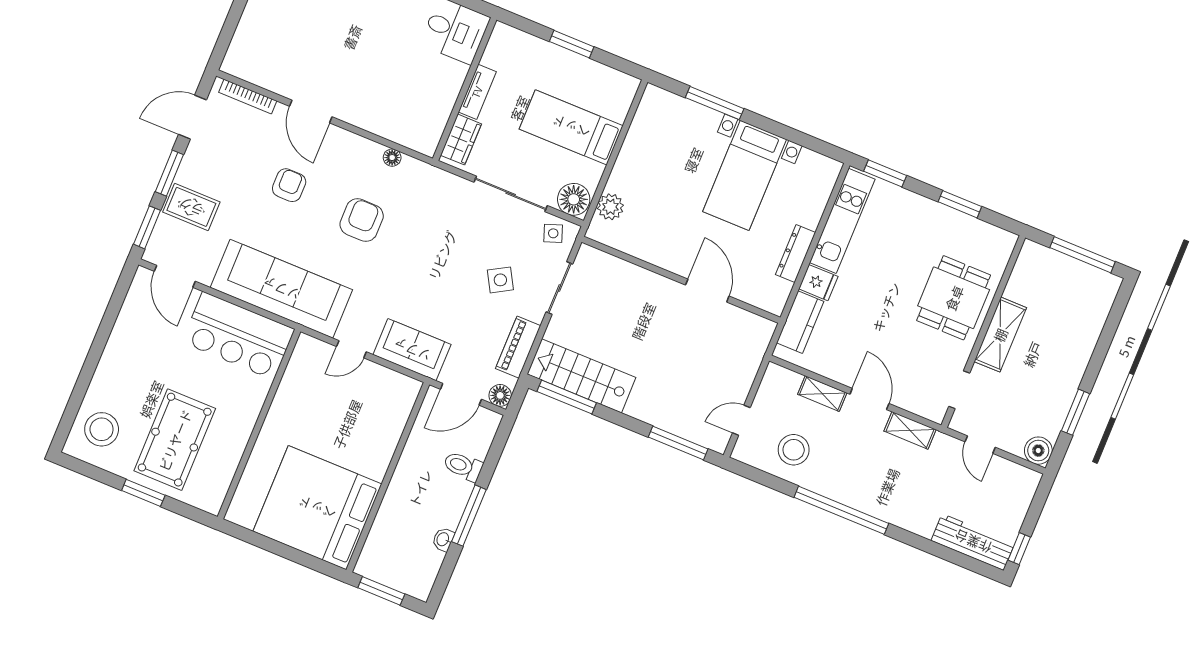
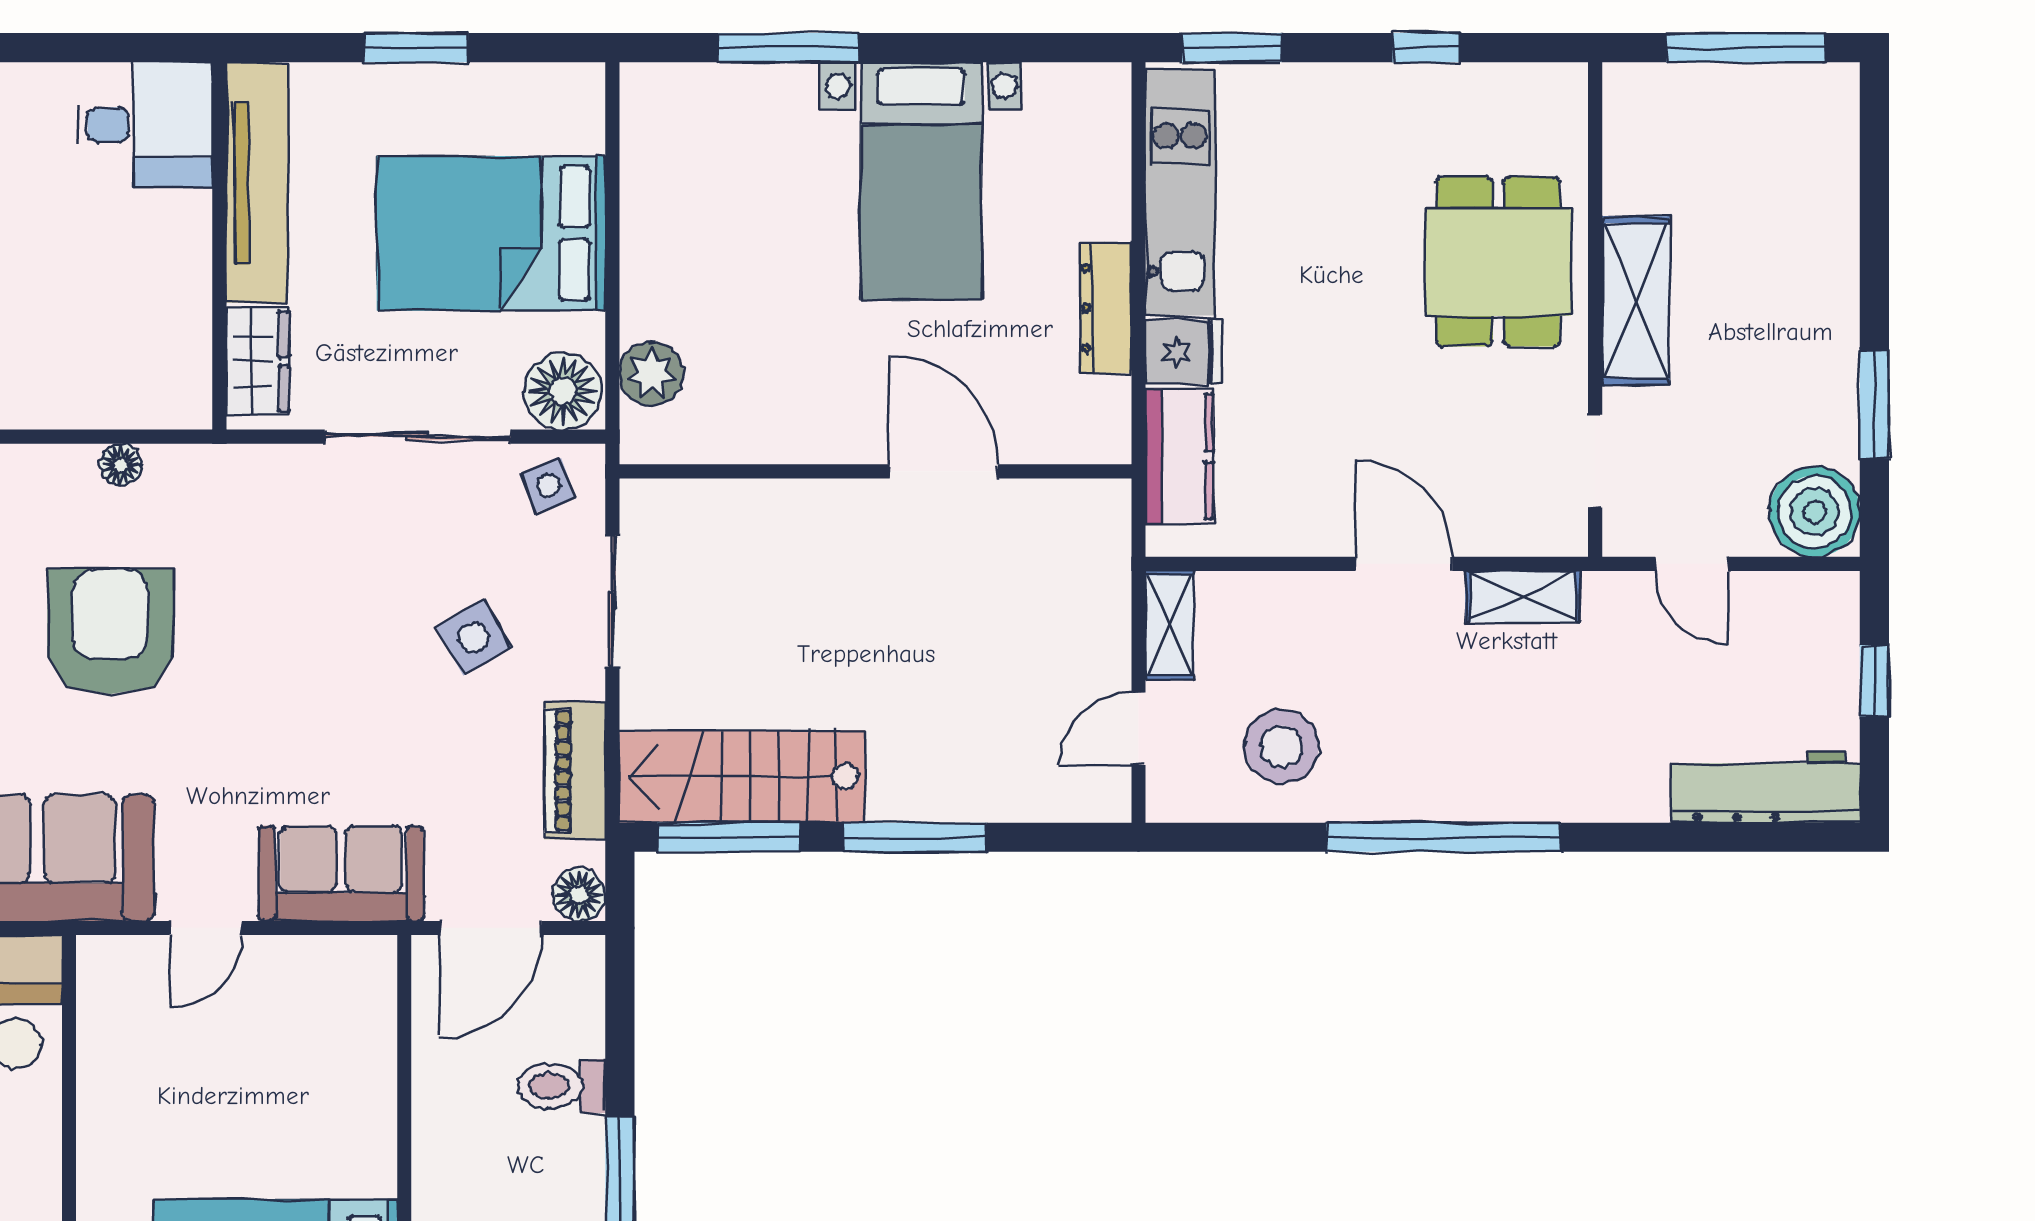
tv unit: (477, 92) -> (257, 183), width x1.92, depth x1.29
bed: (571, 127) -> (491, 233), width x1.50
window: (960, 204) -> (1426, 48), width x0.67
armchair: (362, 220) -> (110, 631), width x1.36, depth x1.36
shelving: (822, 394) -> (1170, 625), moved, turned 90
window: (678, 443) -> (915, 837), moved
boiler: (1038, 451) -> (1815, 512), width x1.37, depth x1.37
window: (1019, 549) -> (1874, 681), moved

